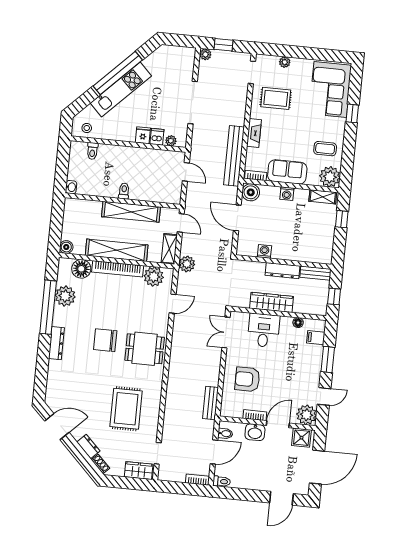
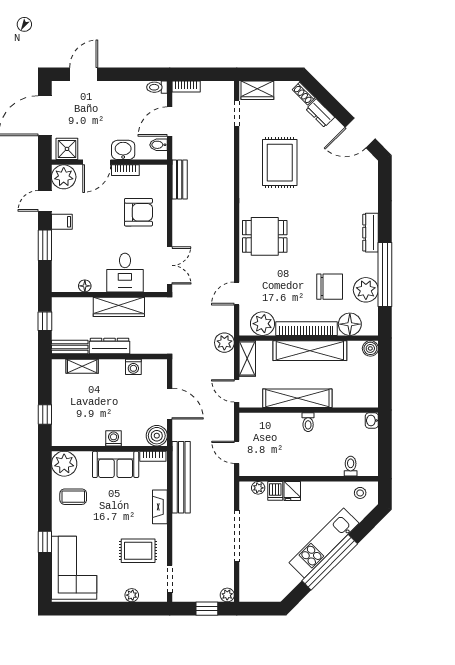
shelving: (323, 197) -> (82, 366), moved
filing cabinet: (316, 338) -> (62, 222), moved
chair: (105, 340) -> (330, 287), moved

